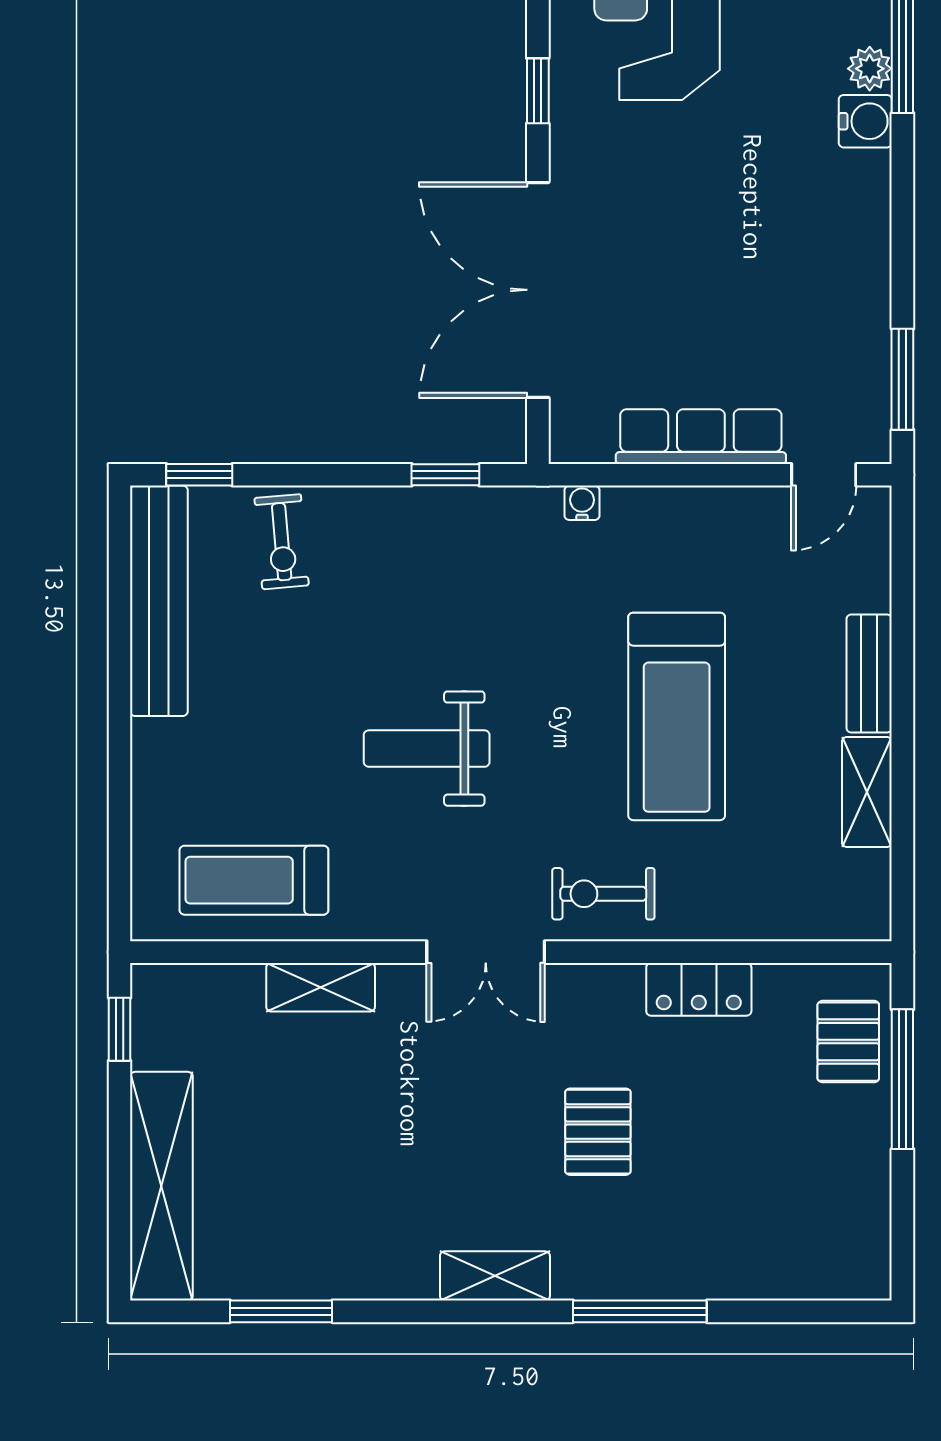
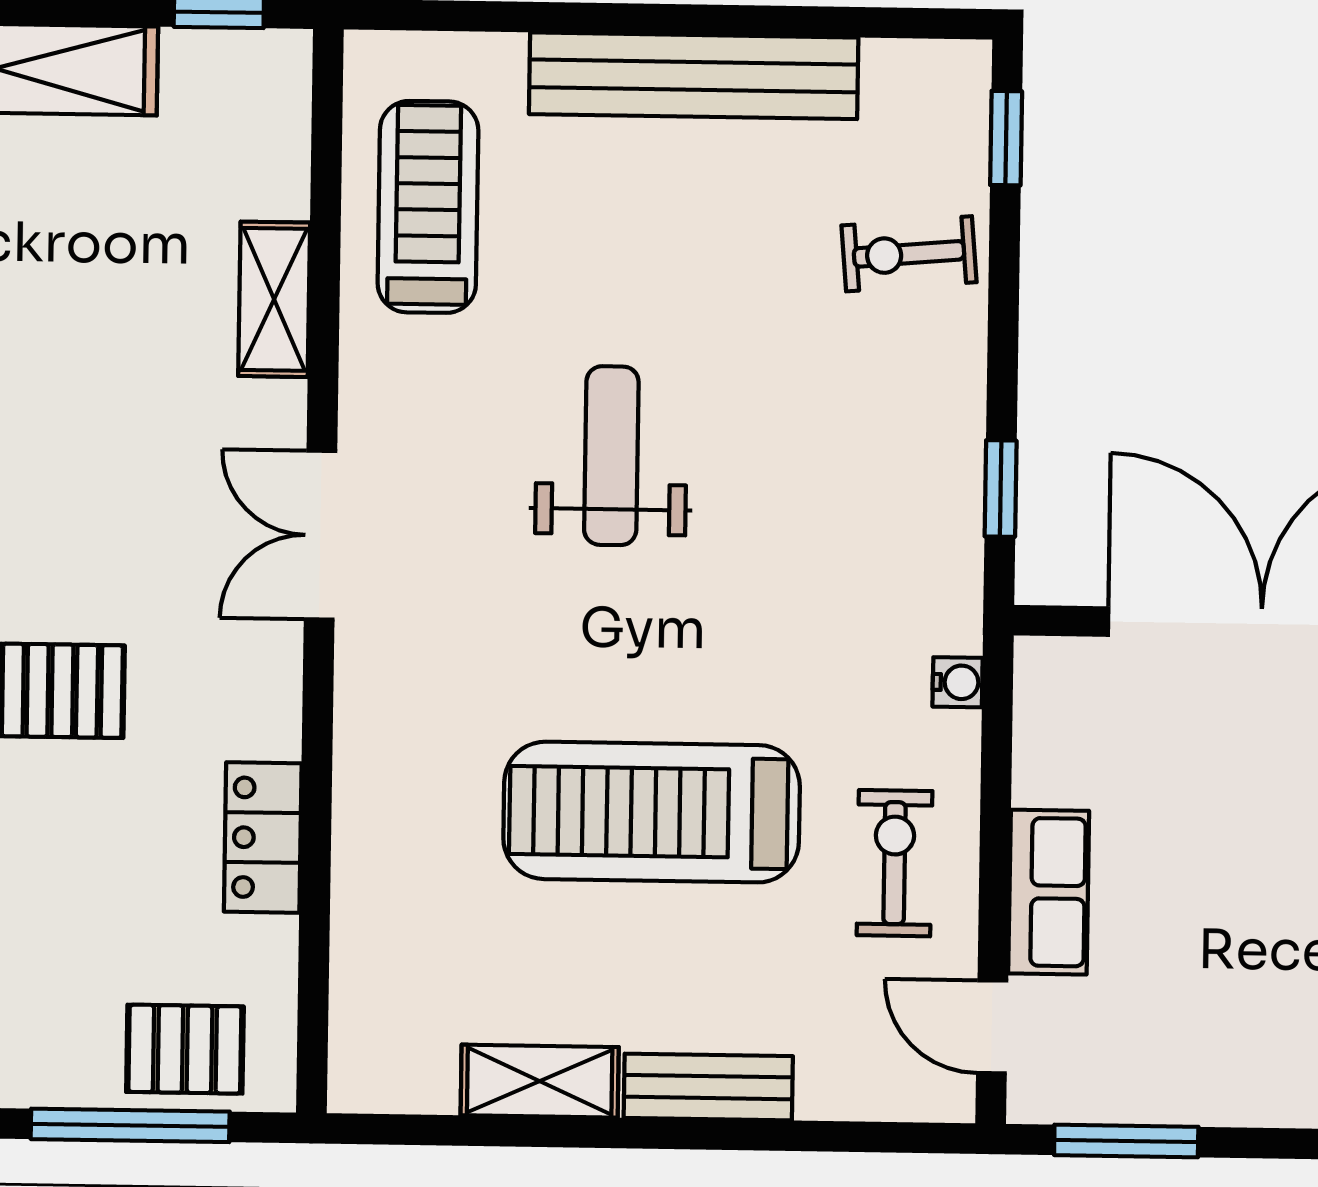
row of seats: (701, 437) -> (1049, 892), width x0.68
bench: (159, 601) -> (694, 76), moved
exercise bike: (603, 894) -> (895, 863), moved

